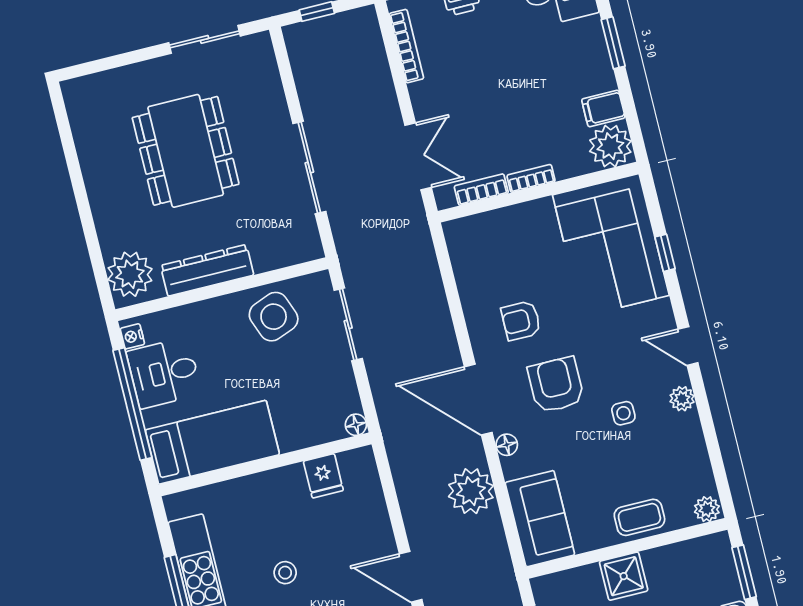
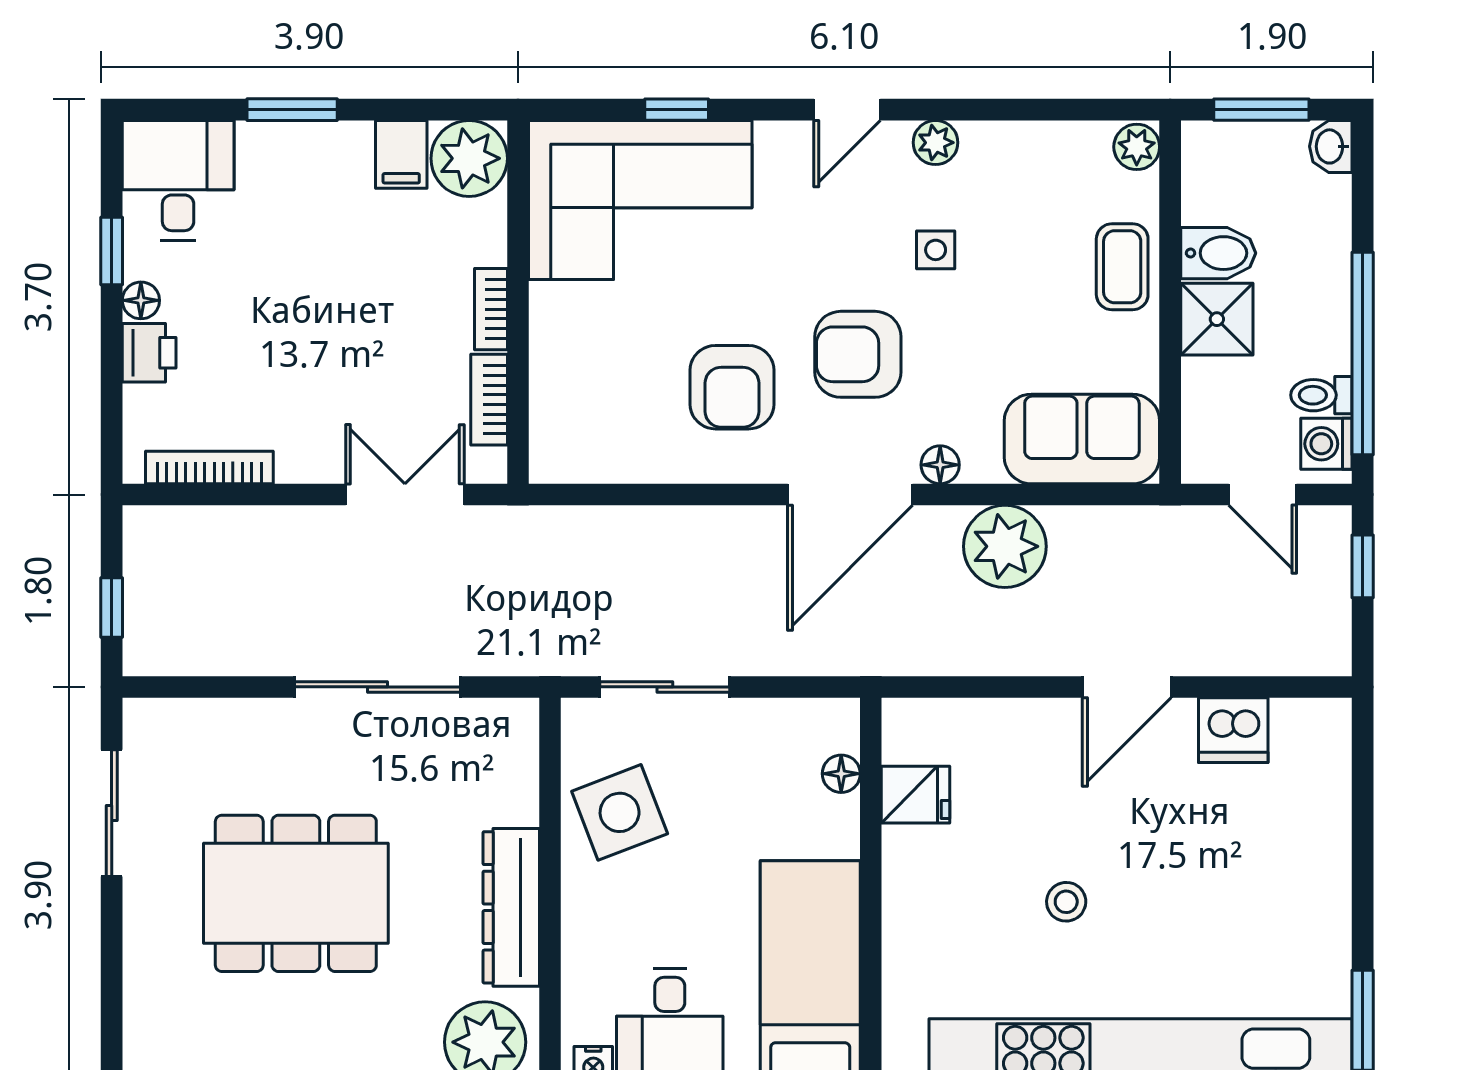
armchair: (521, 321) -> (732, 387), width x1.38, depth x1.38
floor lamp: (356, 425) -> (841, 774), moved
bidet: (660, 568) -> (1218, 253), added

